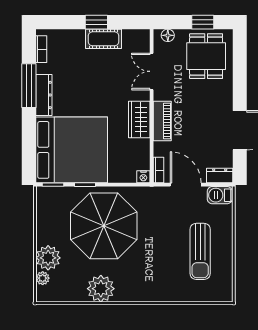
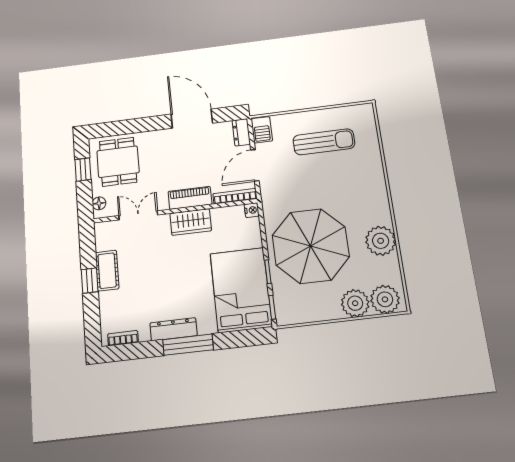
dining table: (206, 56) -> (118, 162), turned 90
double door: (152, 71) -> (138, 215), swing flipped
window: (29, 86) -> (188, 345), moved
bed: (72, 150) -> (241, 290), width x0.73
bookcase: (159, 170) -> (235, 196), width x1.56
plant: (43, 278) -> (385, 299), width x1.87, depth x1.87

